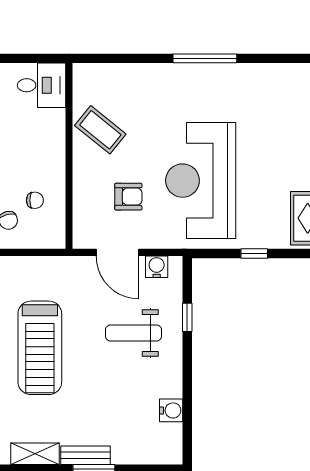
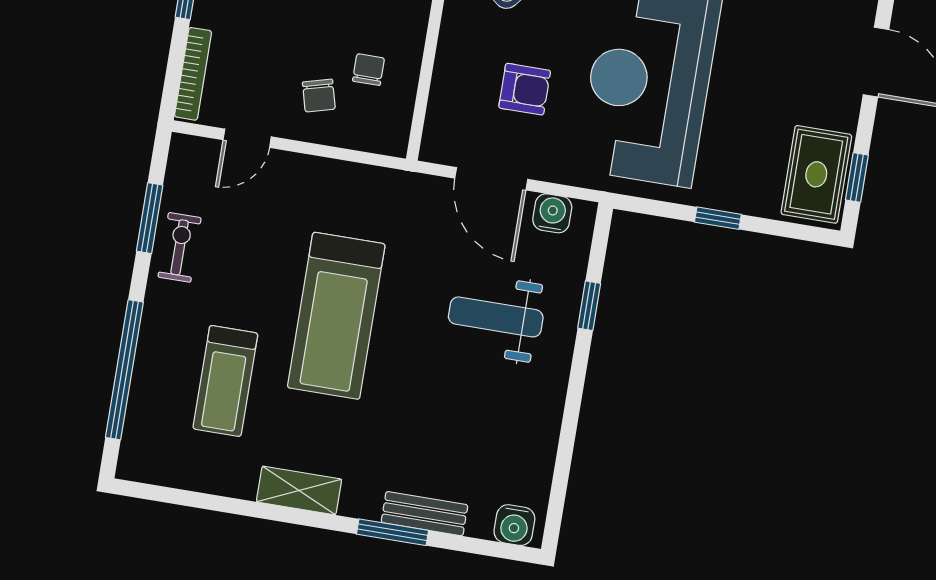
chair: (35, 200) -> (368, 70), turned -90
water cooler: (171, 410) -> (514, 525), moved, turned 90
bench: (86, 455) -> (424, 514), moved

